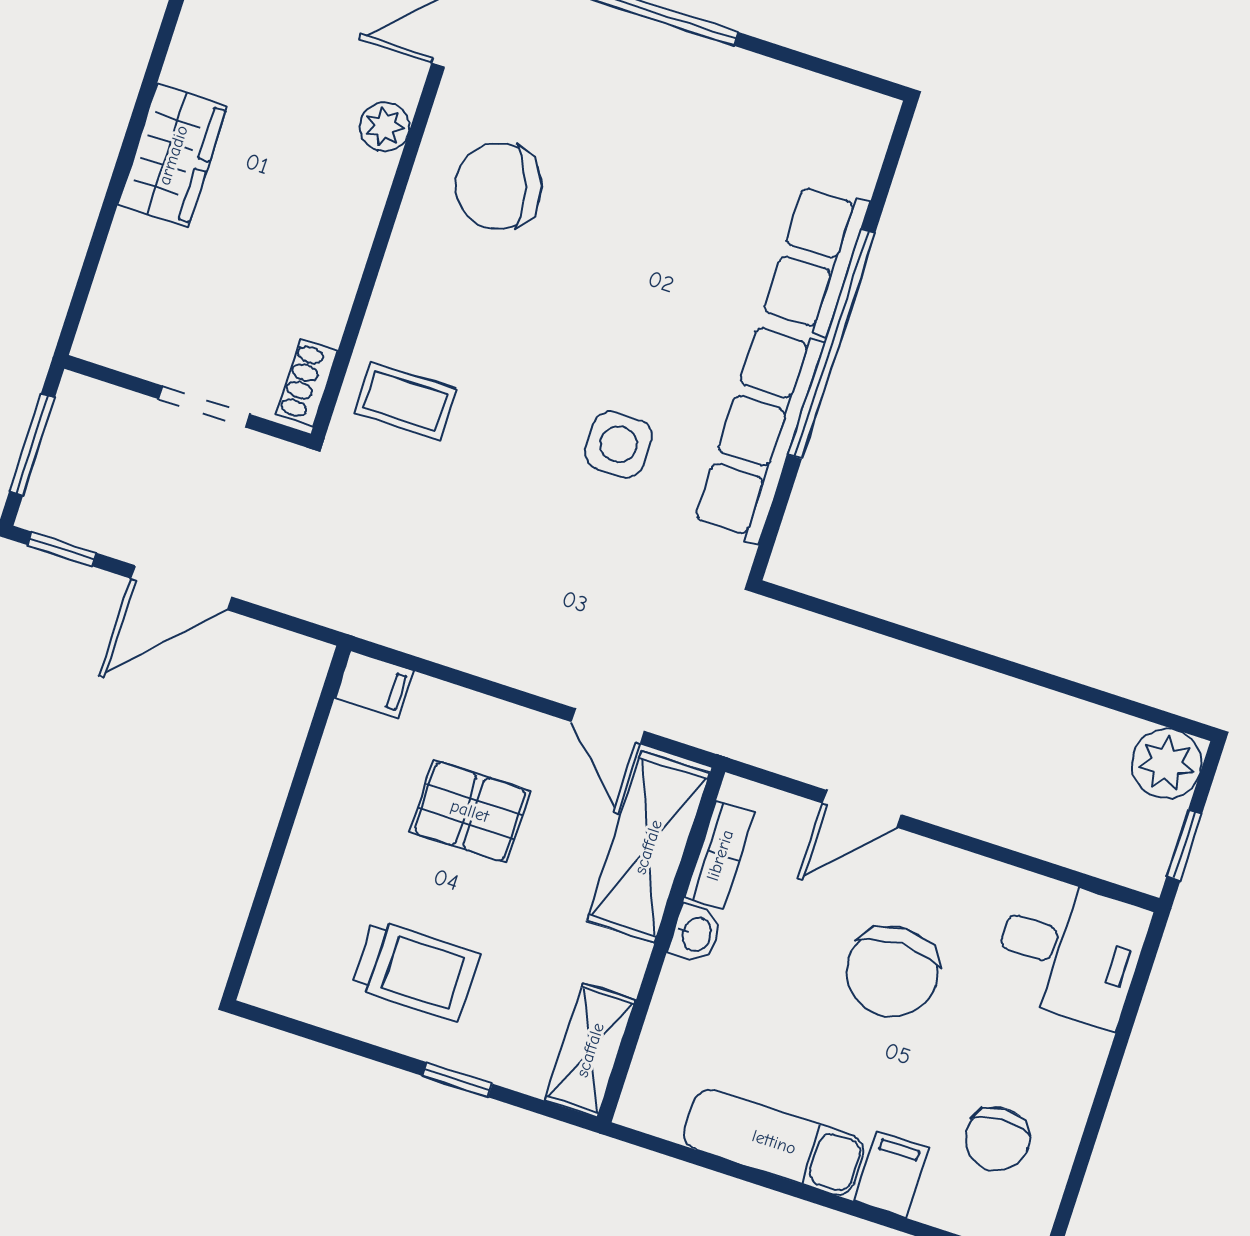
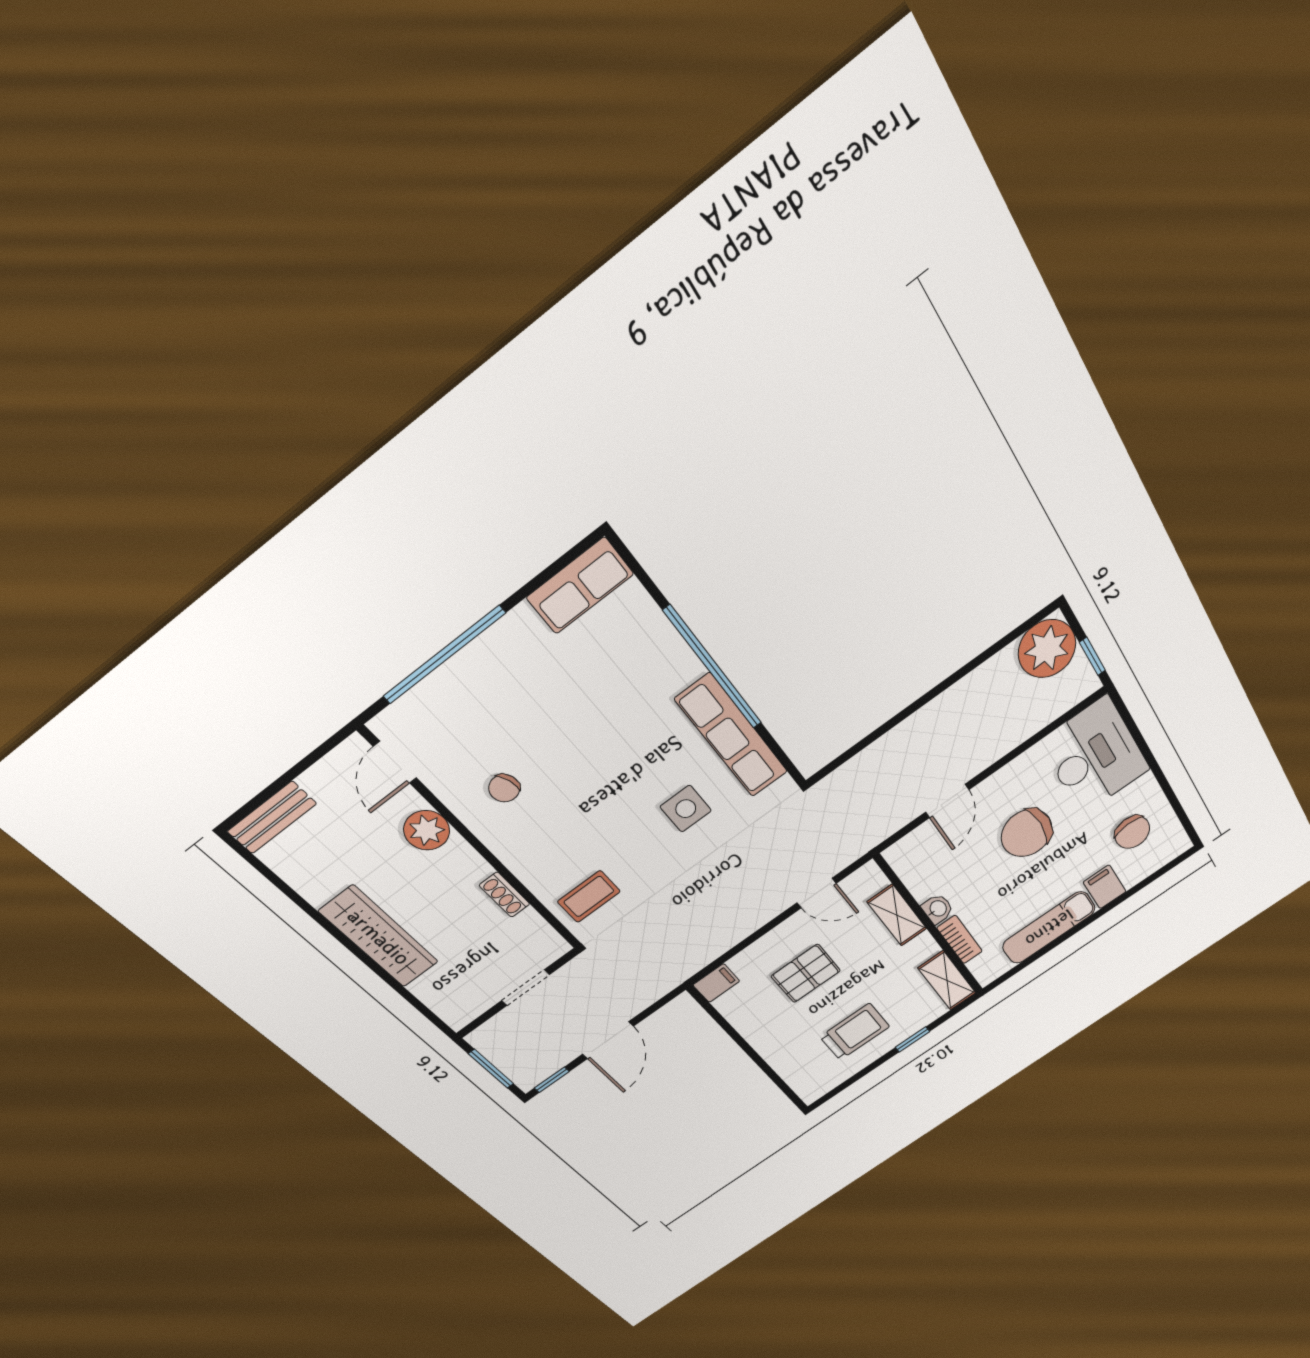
plant: (385, 127) -> (427, 830), width x1.38, depth x1.38
wardrobe: (173, 155) -> (379, 937), width x1.50
chair: (499, 186) -> (504, 788), width x0.54, depth x0.54
row of seats: (816, 259) -> (580, 586), moved, turned -90
shoe rack: (307, 383) -> (505, 895), moved
plant: (1167, 763) -> (1047, 649), width x1.36, depth x1.36
shelving: (648, 847) -> (897, 915), width x0.67, depth x0.75
bookcase: (720, 855) -> (960, 940), moved
desk: (1070, 951) -> (1094, 756), width x1.37
chair: (892, 972) -> (1027, 833), turned 90

